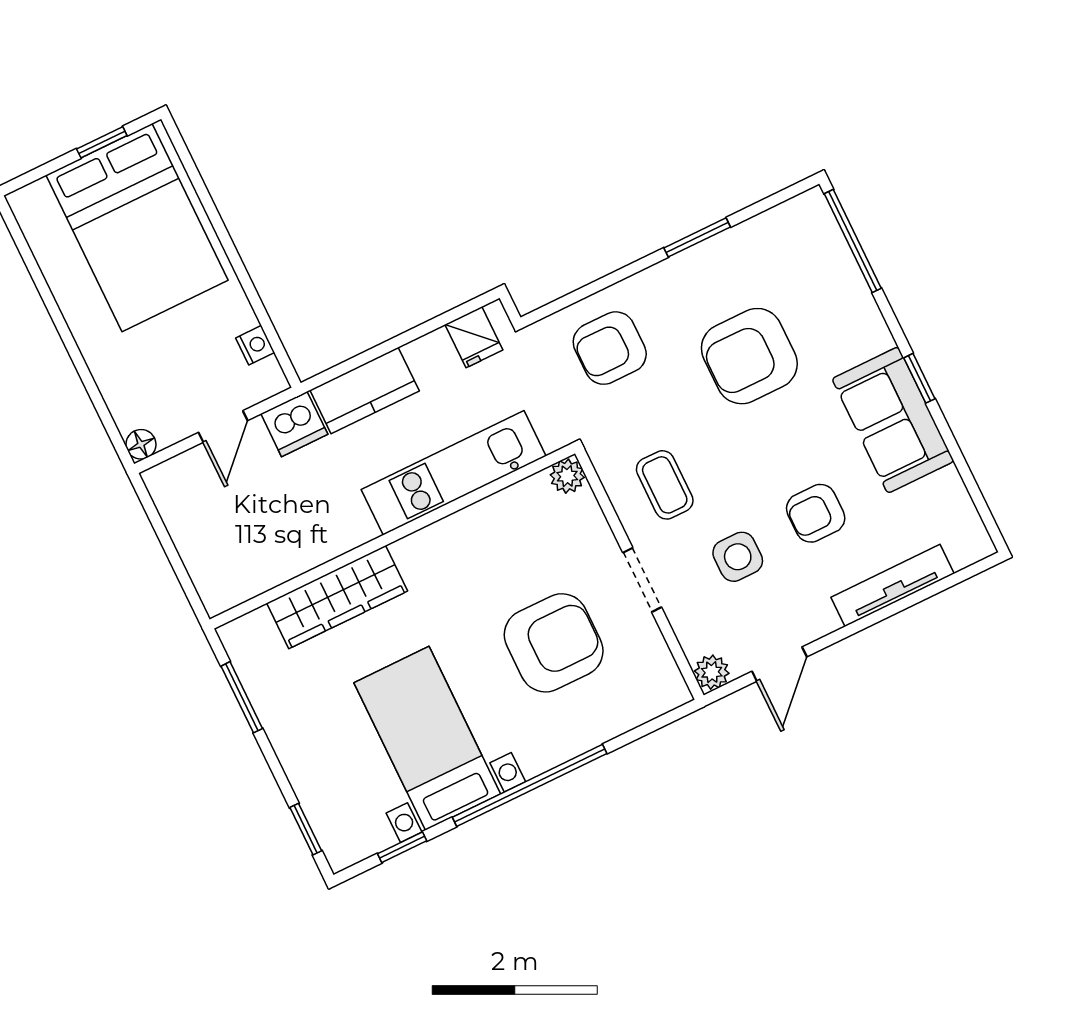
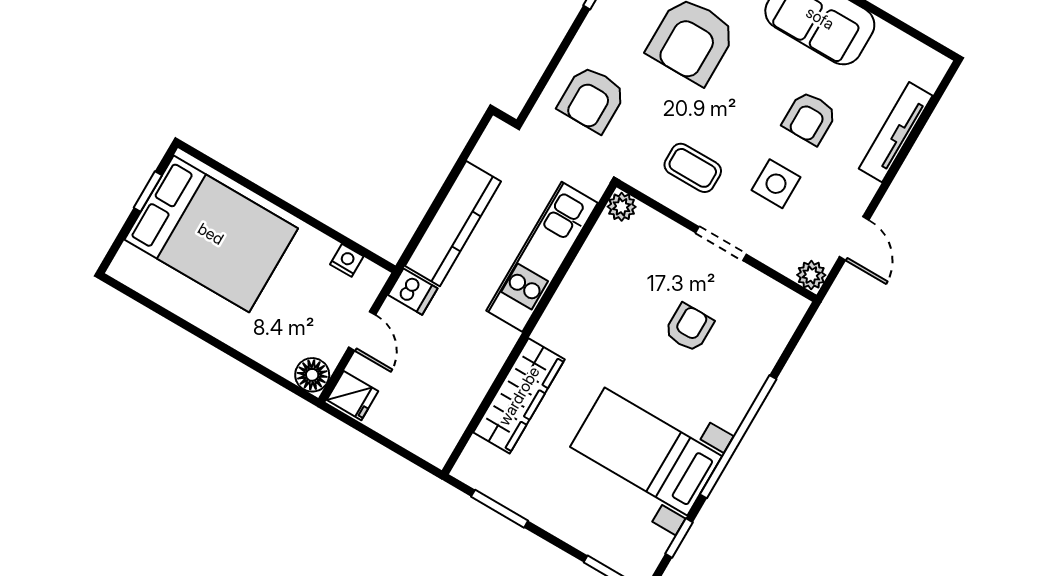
fridge: (474, 337) -> (352, 396), moved
kitchen counter: (365, 390) -> (453, 224), width x1.50
dishwasher: (294, 424) -> (413, 292), width x0.73
floor lamp: (141, 444) -> (312, 375), width x1.37, depth x1.37
armchair: (554, 643) -> (689, 328), width x0.53, depth x0.53

